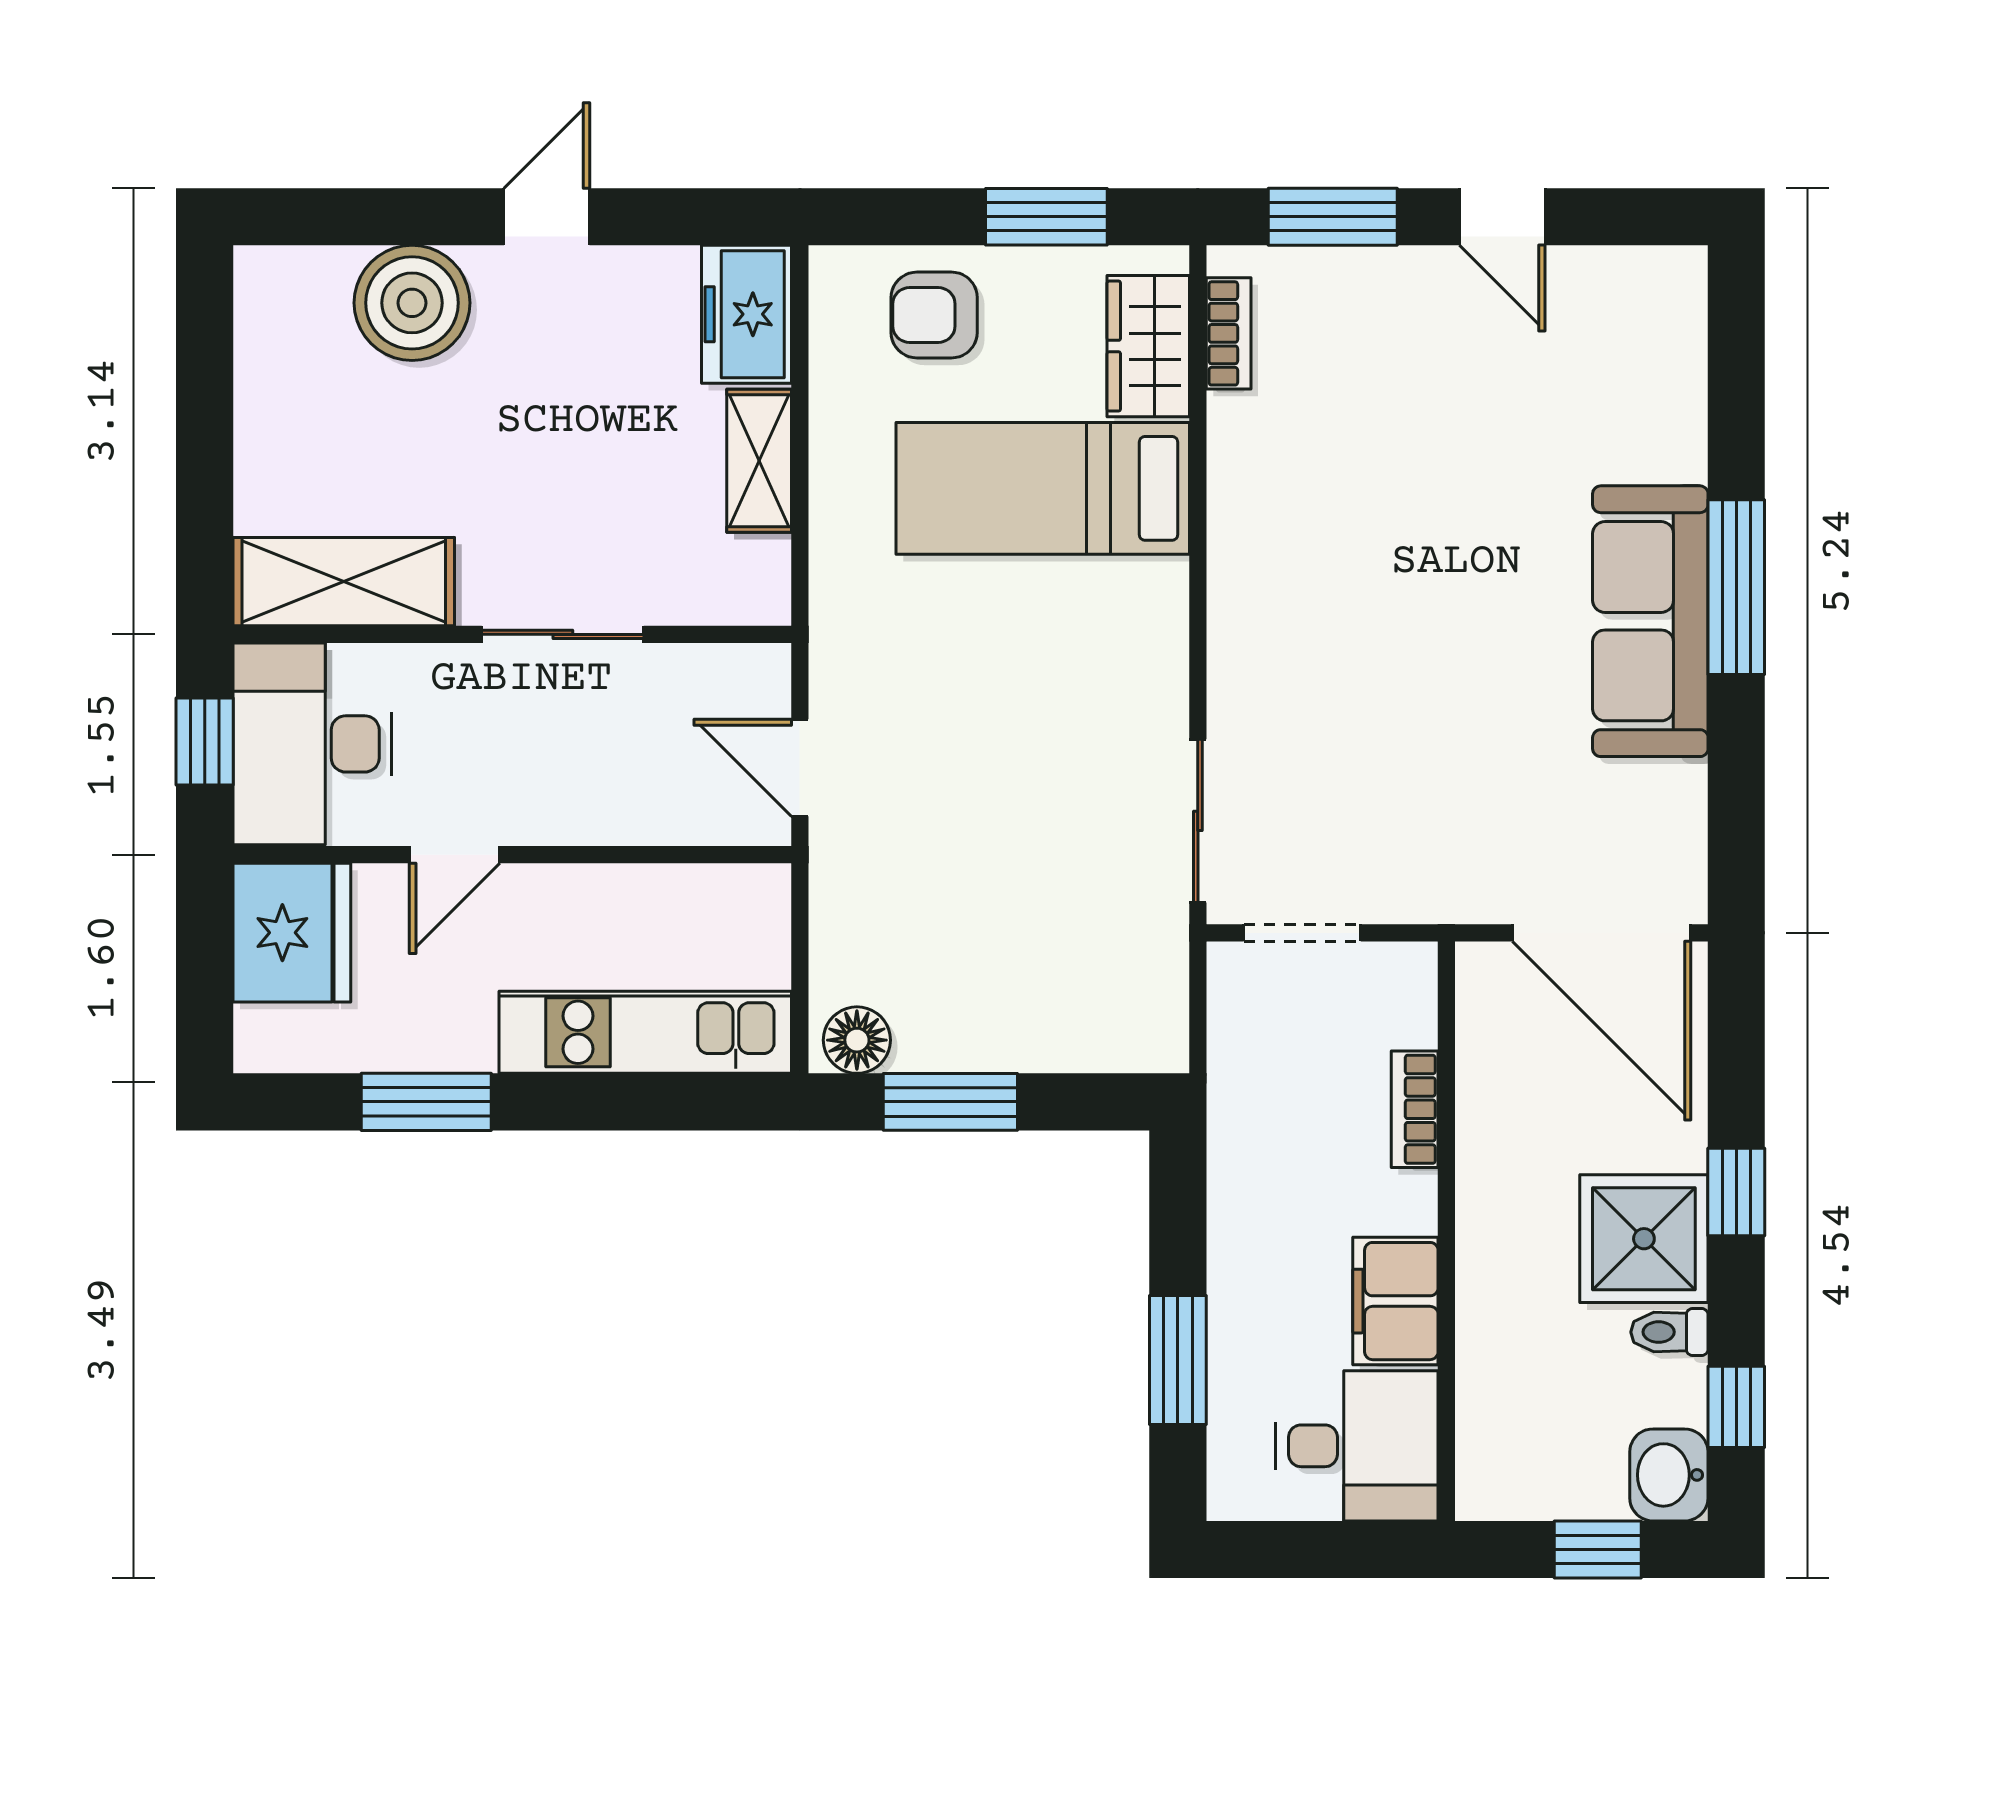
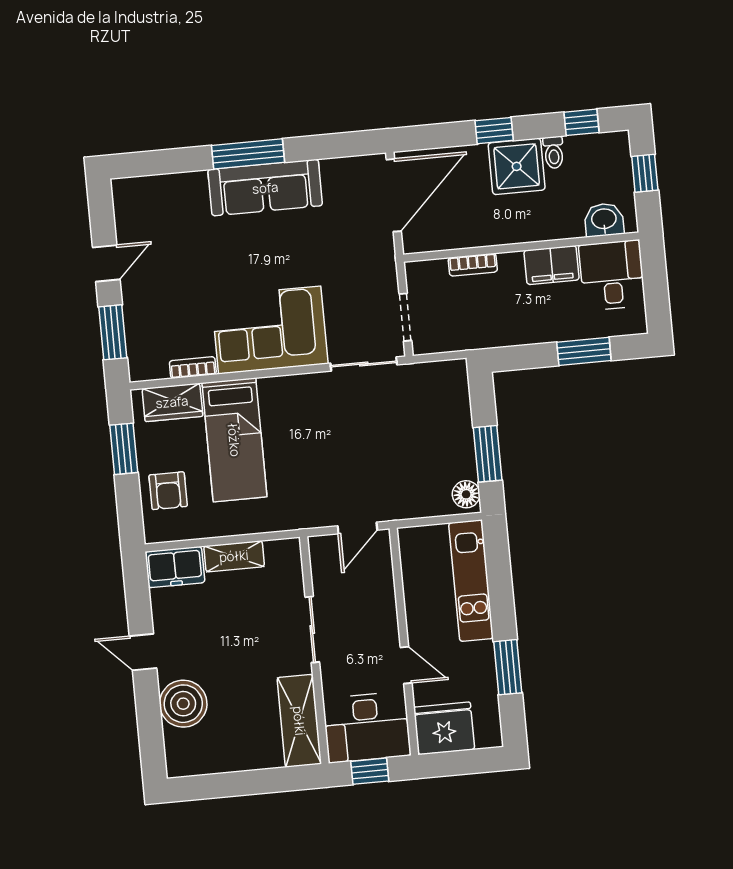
bookcase: (1229, 333) -> (193, 368), moved
corner sofa: (1302, 599) -> (270, 330), added
washbasin: (1669, 1475) -> (604, 220), moved, turned 180

